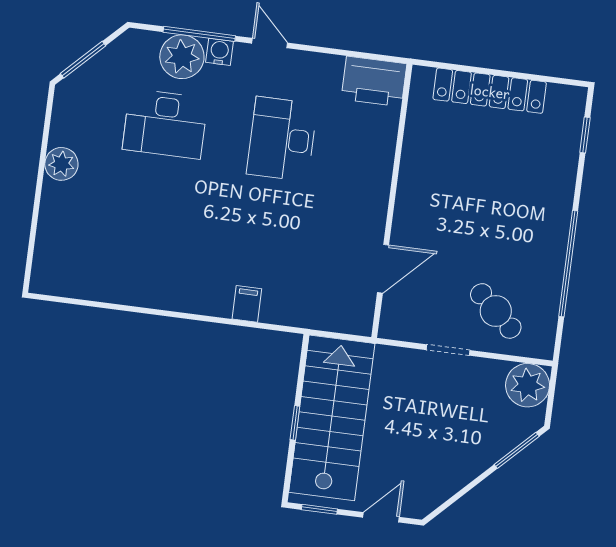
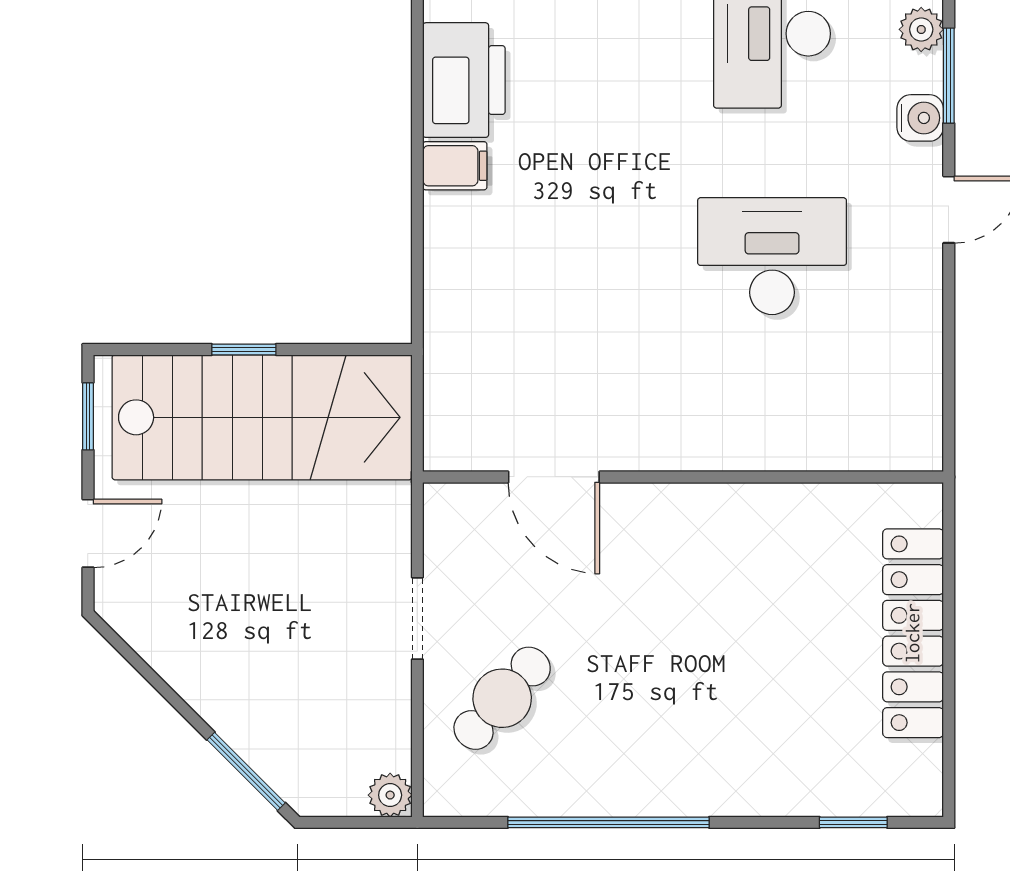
window: (199, 34) -> (949, 76), width x0.69
plant: (182, 57) -> (921, 29), width x0.53, depth x0.53
printer: (374, 81) -> (464, 80), moved, turned 180
filing cabinet: (247, 304) -> (455, 166), moved
plant: (528, 385) -> (390, 795), width x0.53, depth x0.53
door: (381, 517) -> (88, 533), hinge flipped

